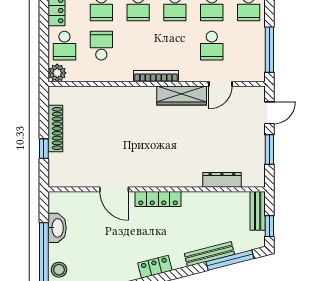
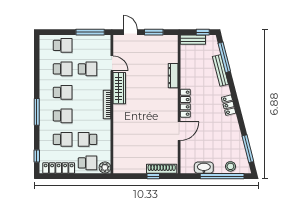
shoe rack: (55, 129) -> (162, 169), moved
dresser: (222, 180) -> (173, 76), moved

